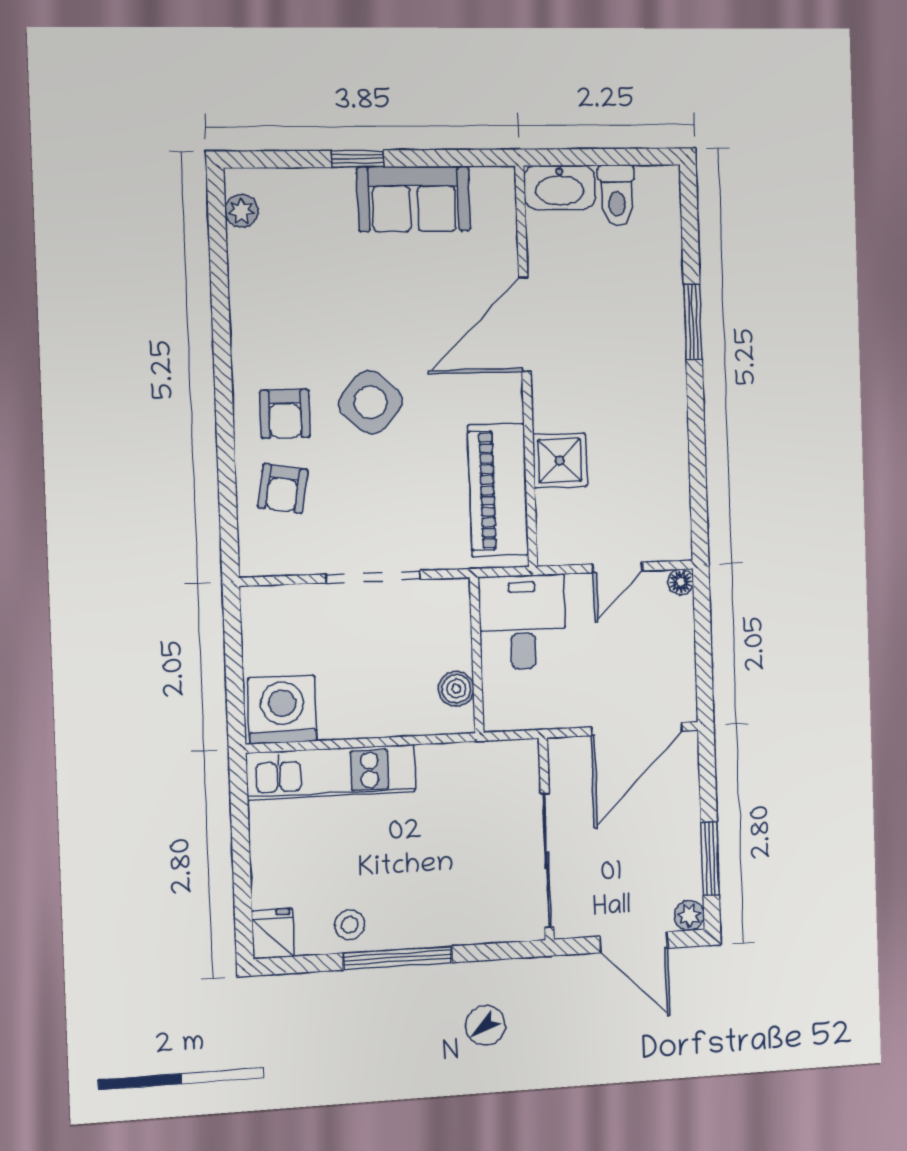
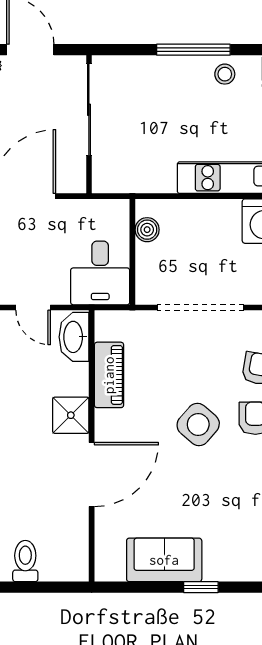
washbasin: (560, 187) -> (74, 337), moved, turned -90
shower: (560, 460) -> (71, 415), moved
piano: (498, 490) -> (109, 375), width x0.73, depth x0.75
door: (618, 567) -> (33, 308), swing flipped
doorway: (373, 577) -> (201, 308), width x1.36

